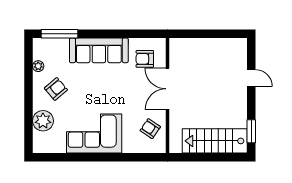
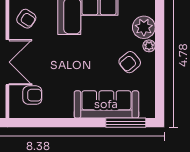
sofa: (99, 50) -> (106, 104), moved
plant: (38, 66) -> (149, 46), moved

